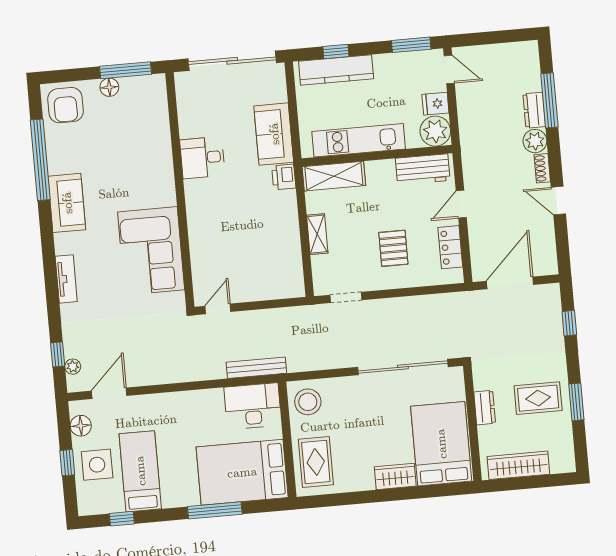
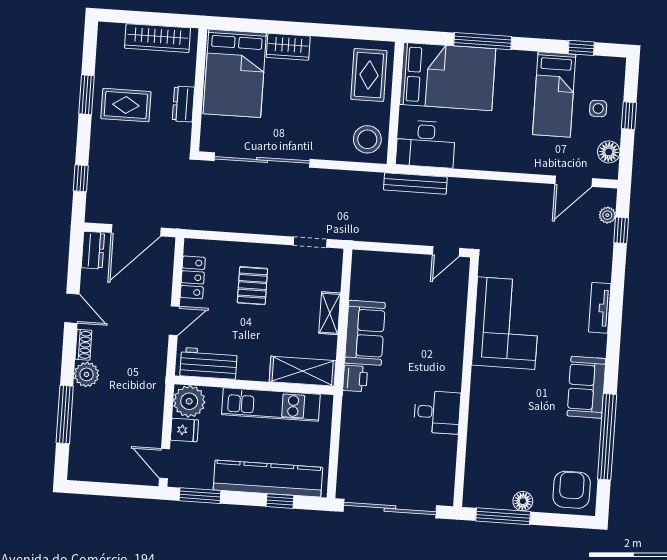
kitchen counter: (336, 70) -> (268, 479), width x1.39, depth x1.17
dresser: (534, 110) -> (93, 250), moved
sofa: (274, 134) -> (365, 333), moved
side table: (97, 465) -> (598, 108), width x0.54, depth x0.54

